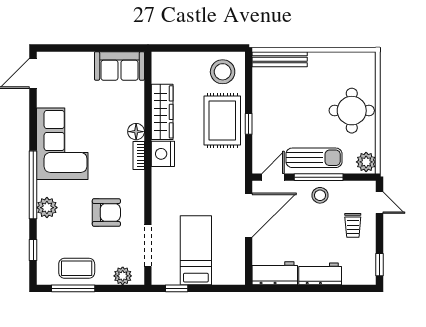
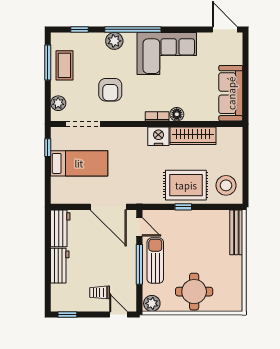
sofa: (119, 66) -> (231, 93), width x1.36
sun lounger: (314, 158) -> (155, 261), turned 180
stool: (320, 195) -> (124, 265), removed
door: (380, 203) -> (118, 314), swing flipped

